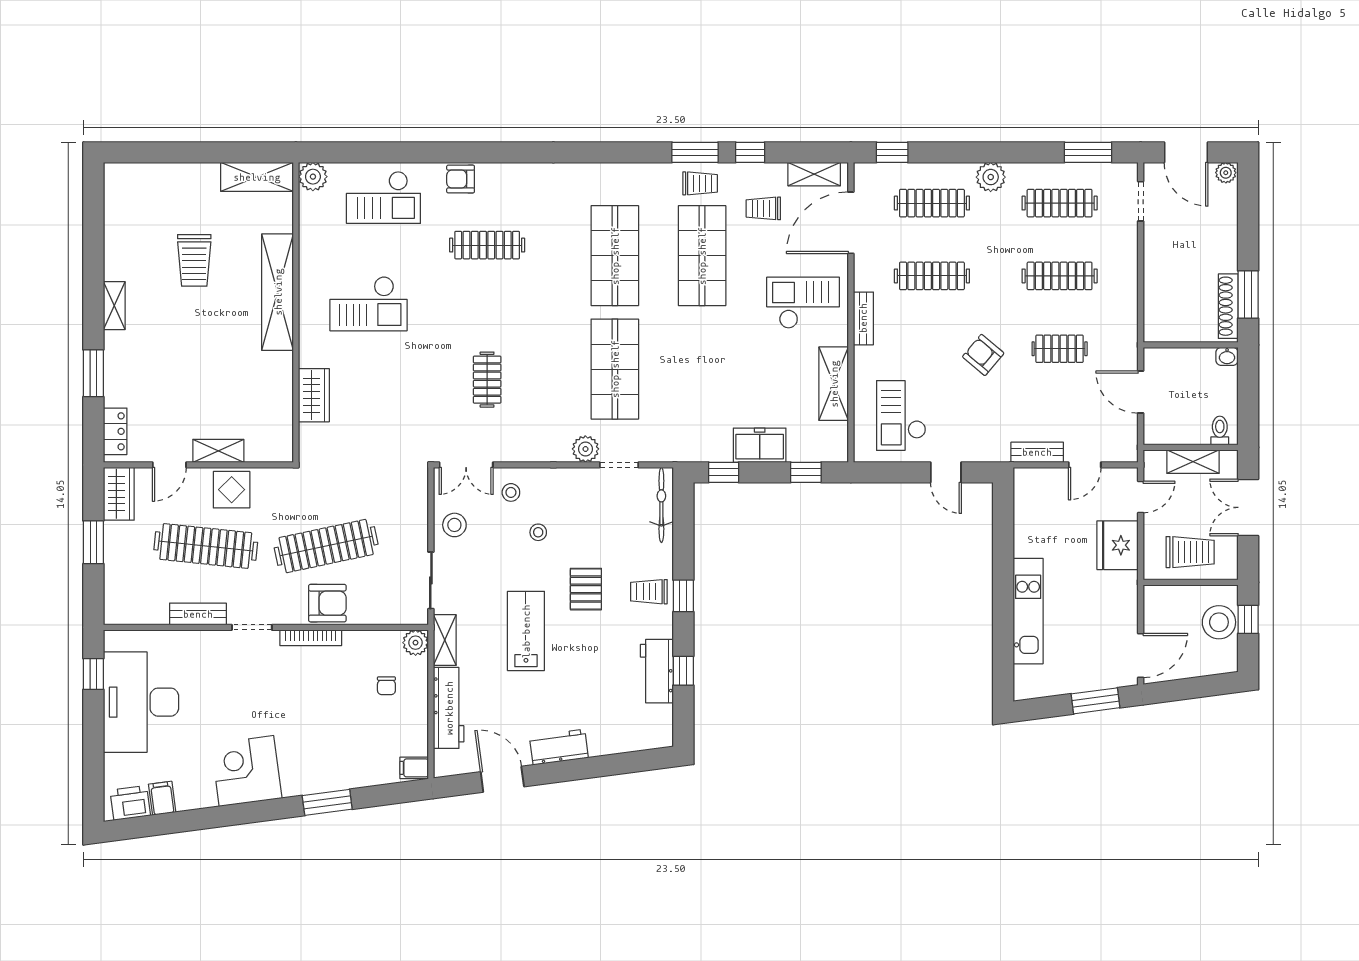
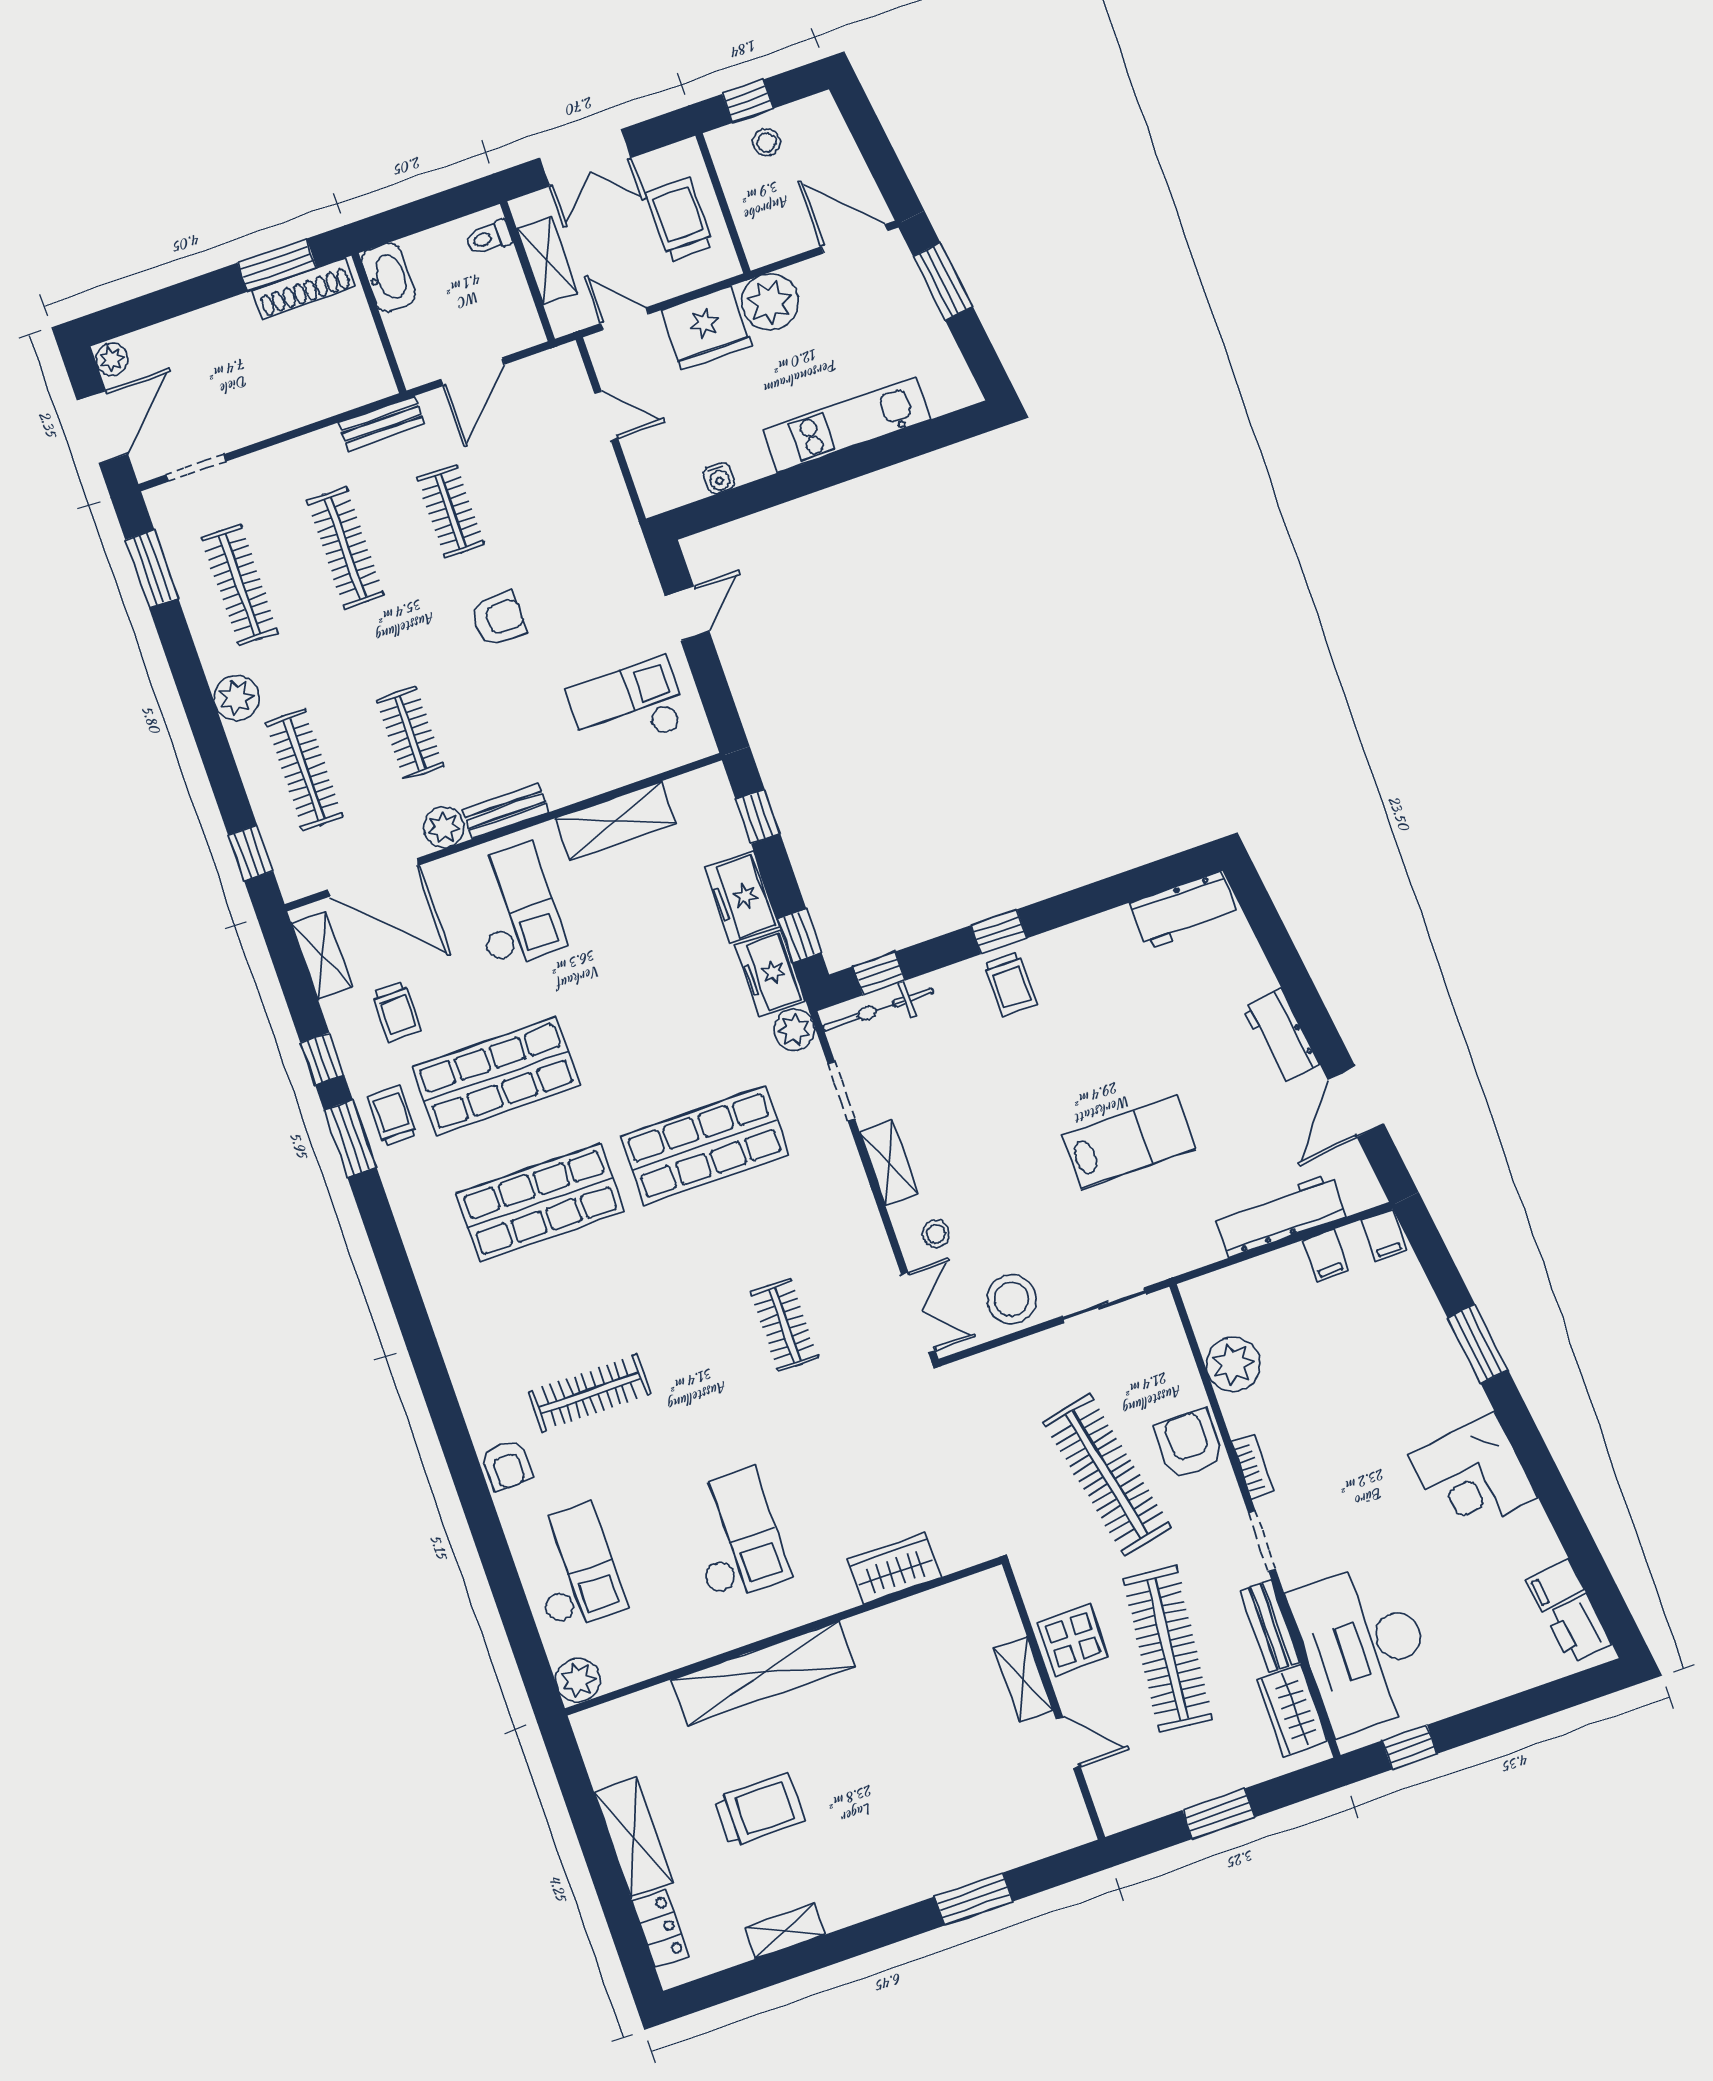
shelving: (257, 177) -> (633, 1838), moved
clothes rail: (487, 245) -> (589, 1393), turned 90
clothes rail: (932, 276) -> (410, 733), width x0.73
plant: (866, 277) -> (444, 827), added
checkout: (803, 303) -> (513, 906), turned 180
shelving: (114, 306) -> (785, 1931), moved
armchair: (983, 355) -> (498, 619), turned -130
washbasin: (1227, 356) -> (388, 277), width x1.91, depth x1.45
clothes rail: (487, 380) -> (784, 1325), turned 90
checkout: (901, 415) -> (627, 707), turned 180
locker: (115, 431) -> (660, 1928), moved, turned 90
freezer: (707, 446) -> (770, 973), added
plant: (585, 449) -> (794, 1030), moved
bench: (1037, 452) -> (382, 424), moved, turned 90
wardrobe: (119, 494) -> (1292, 1711), moved, turned -90
water cooler: (1022, 521) -> (719, 478), added
stool: (454, 525) -> (1011, 1299), width x1.38, depth x1.38
stool: (538, 532) -> (980, 1174), removed
pallet: (586, 589) -> (1038, 1076), removed
plant: (1120, 590) -> (770, 302), added
stool: (1219, 622) -> (767, 142), width x0.53, depth x0.53
lab bench: (526, 631) -> (1129, 1142), turned 180
bookcase: (311, 638) -> (1253, 1467), width x0.64
shelving: (445, 640) -> (889, 1163), moved, turned 90
plant: (416, 643) -> (1233, 1364), moved, width x1.36, depth x1.36
workbench: (657, 671) -> (1184, 910), moved
window: (683, 671) -> (879, 973), moved
chair: (386, 686) -> (1279, 1317), removed
desk: (141, 702) -> (1364, 1648), moved, turned 90
filing cabinet: (414, 728) -> (1326, 1255), added

